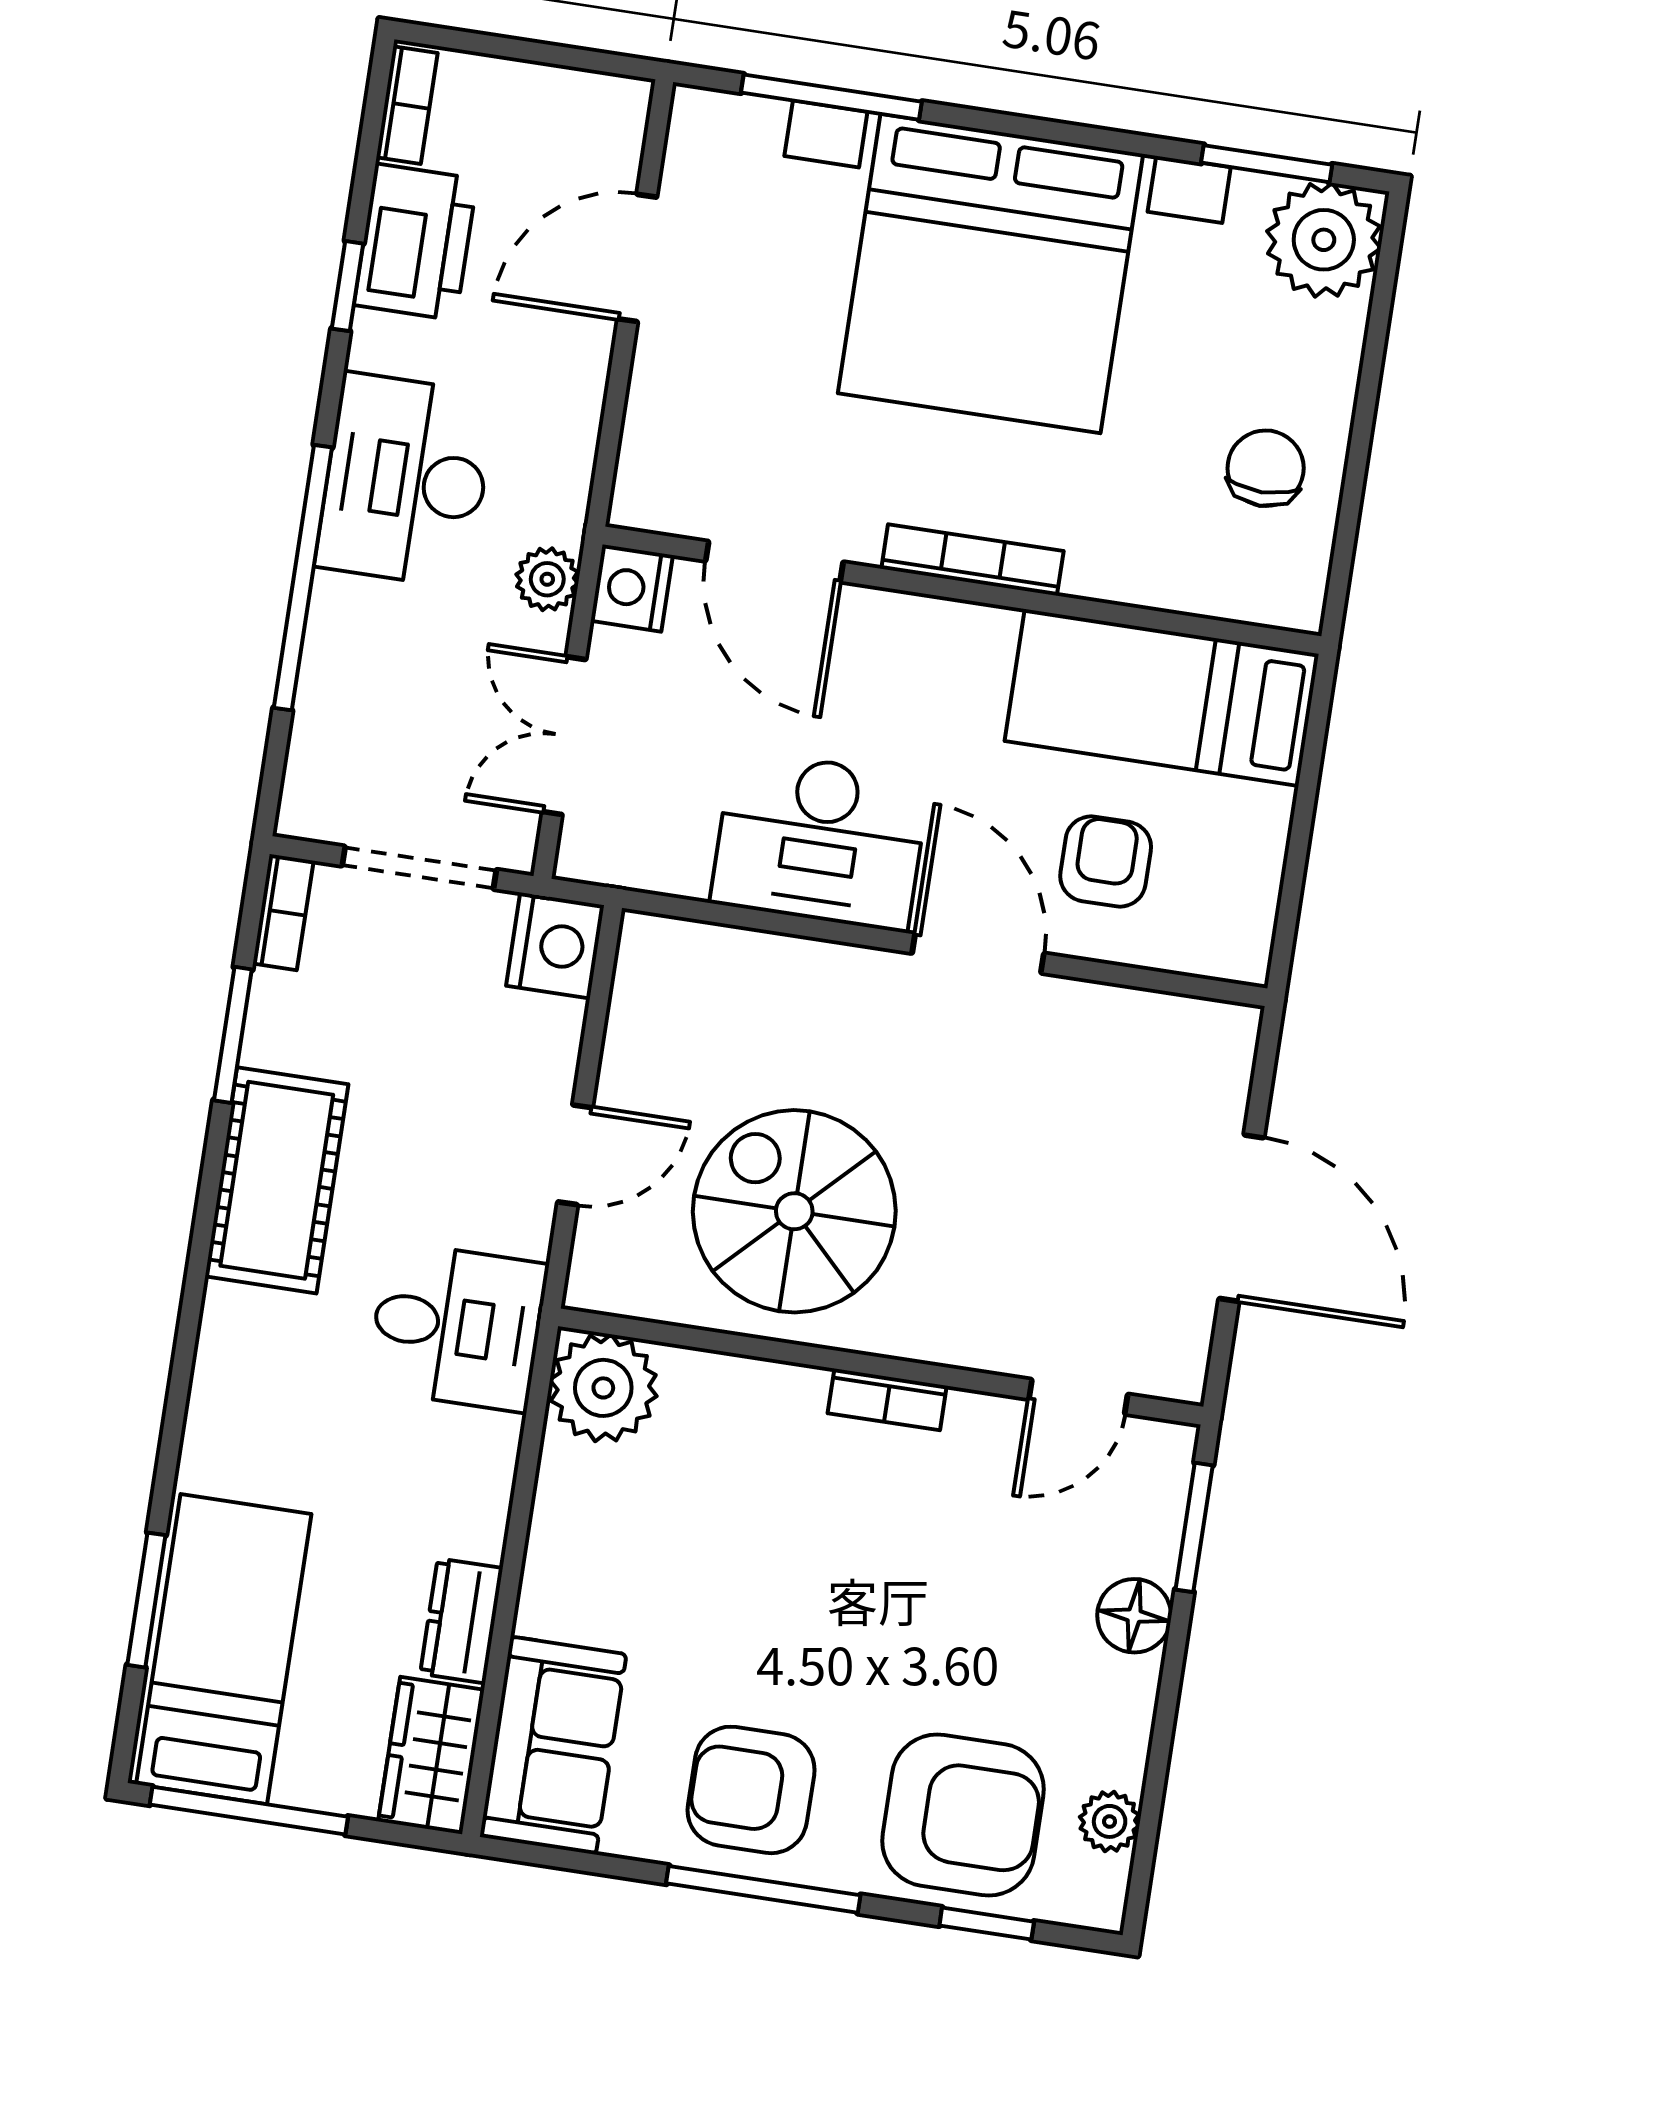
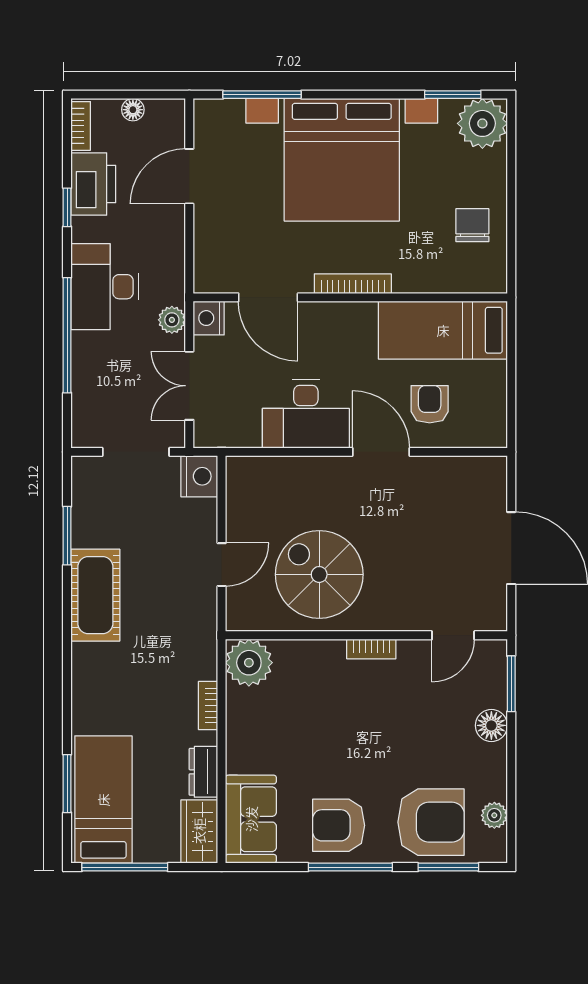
floor lamp: (532, 86) -> (133, 110), added
bookcase: (283, 912) -> (208, 706), moved, turned 180
desk: (457, 1327) -> (182, 646), removed
window: (987, 1924) -> (448, 867), width x1.50

